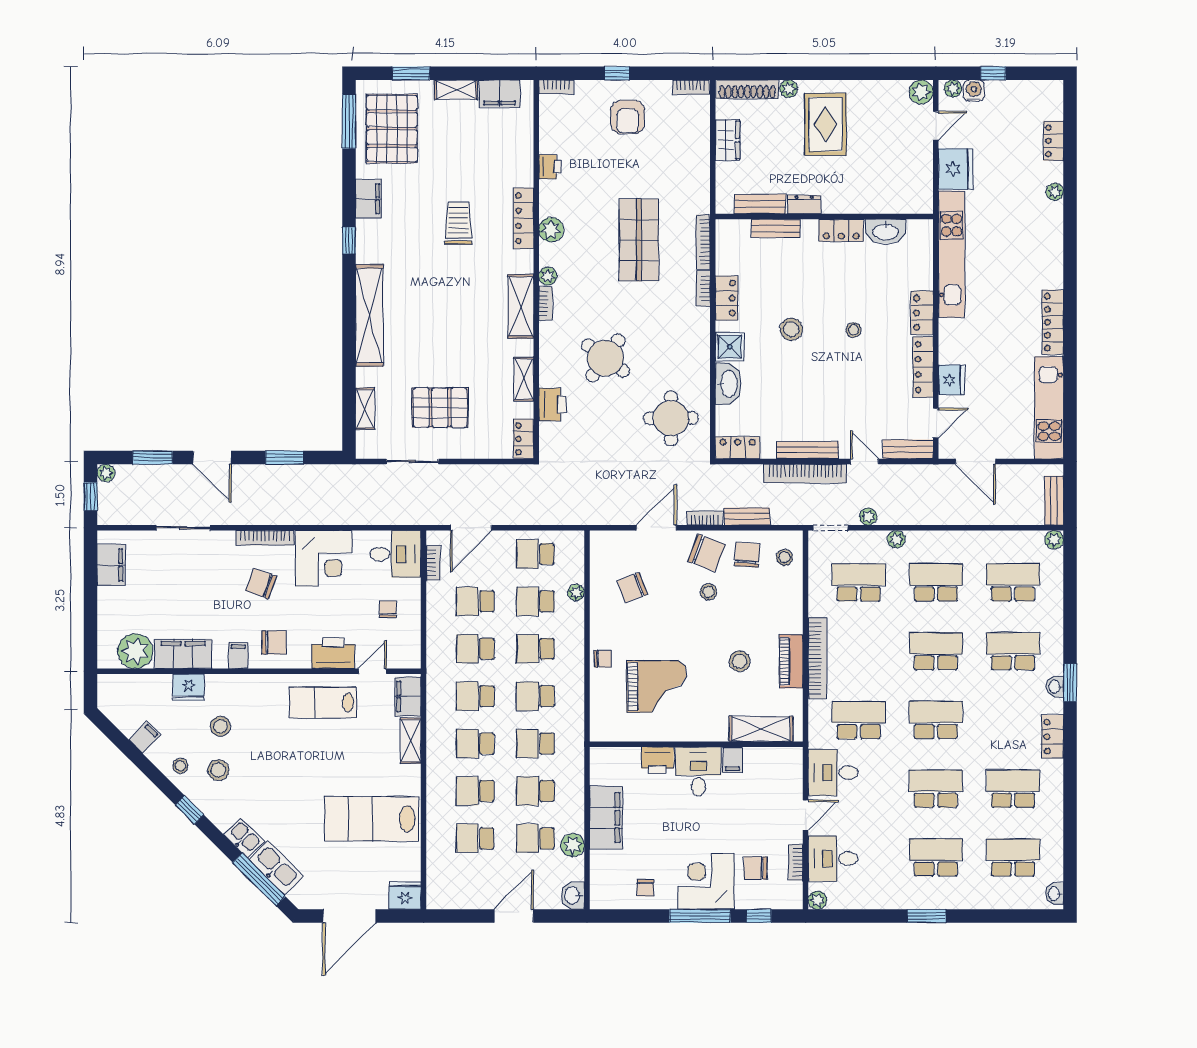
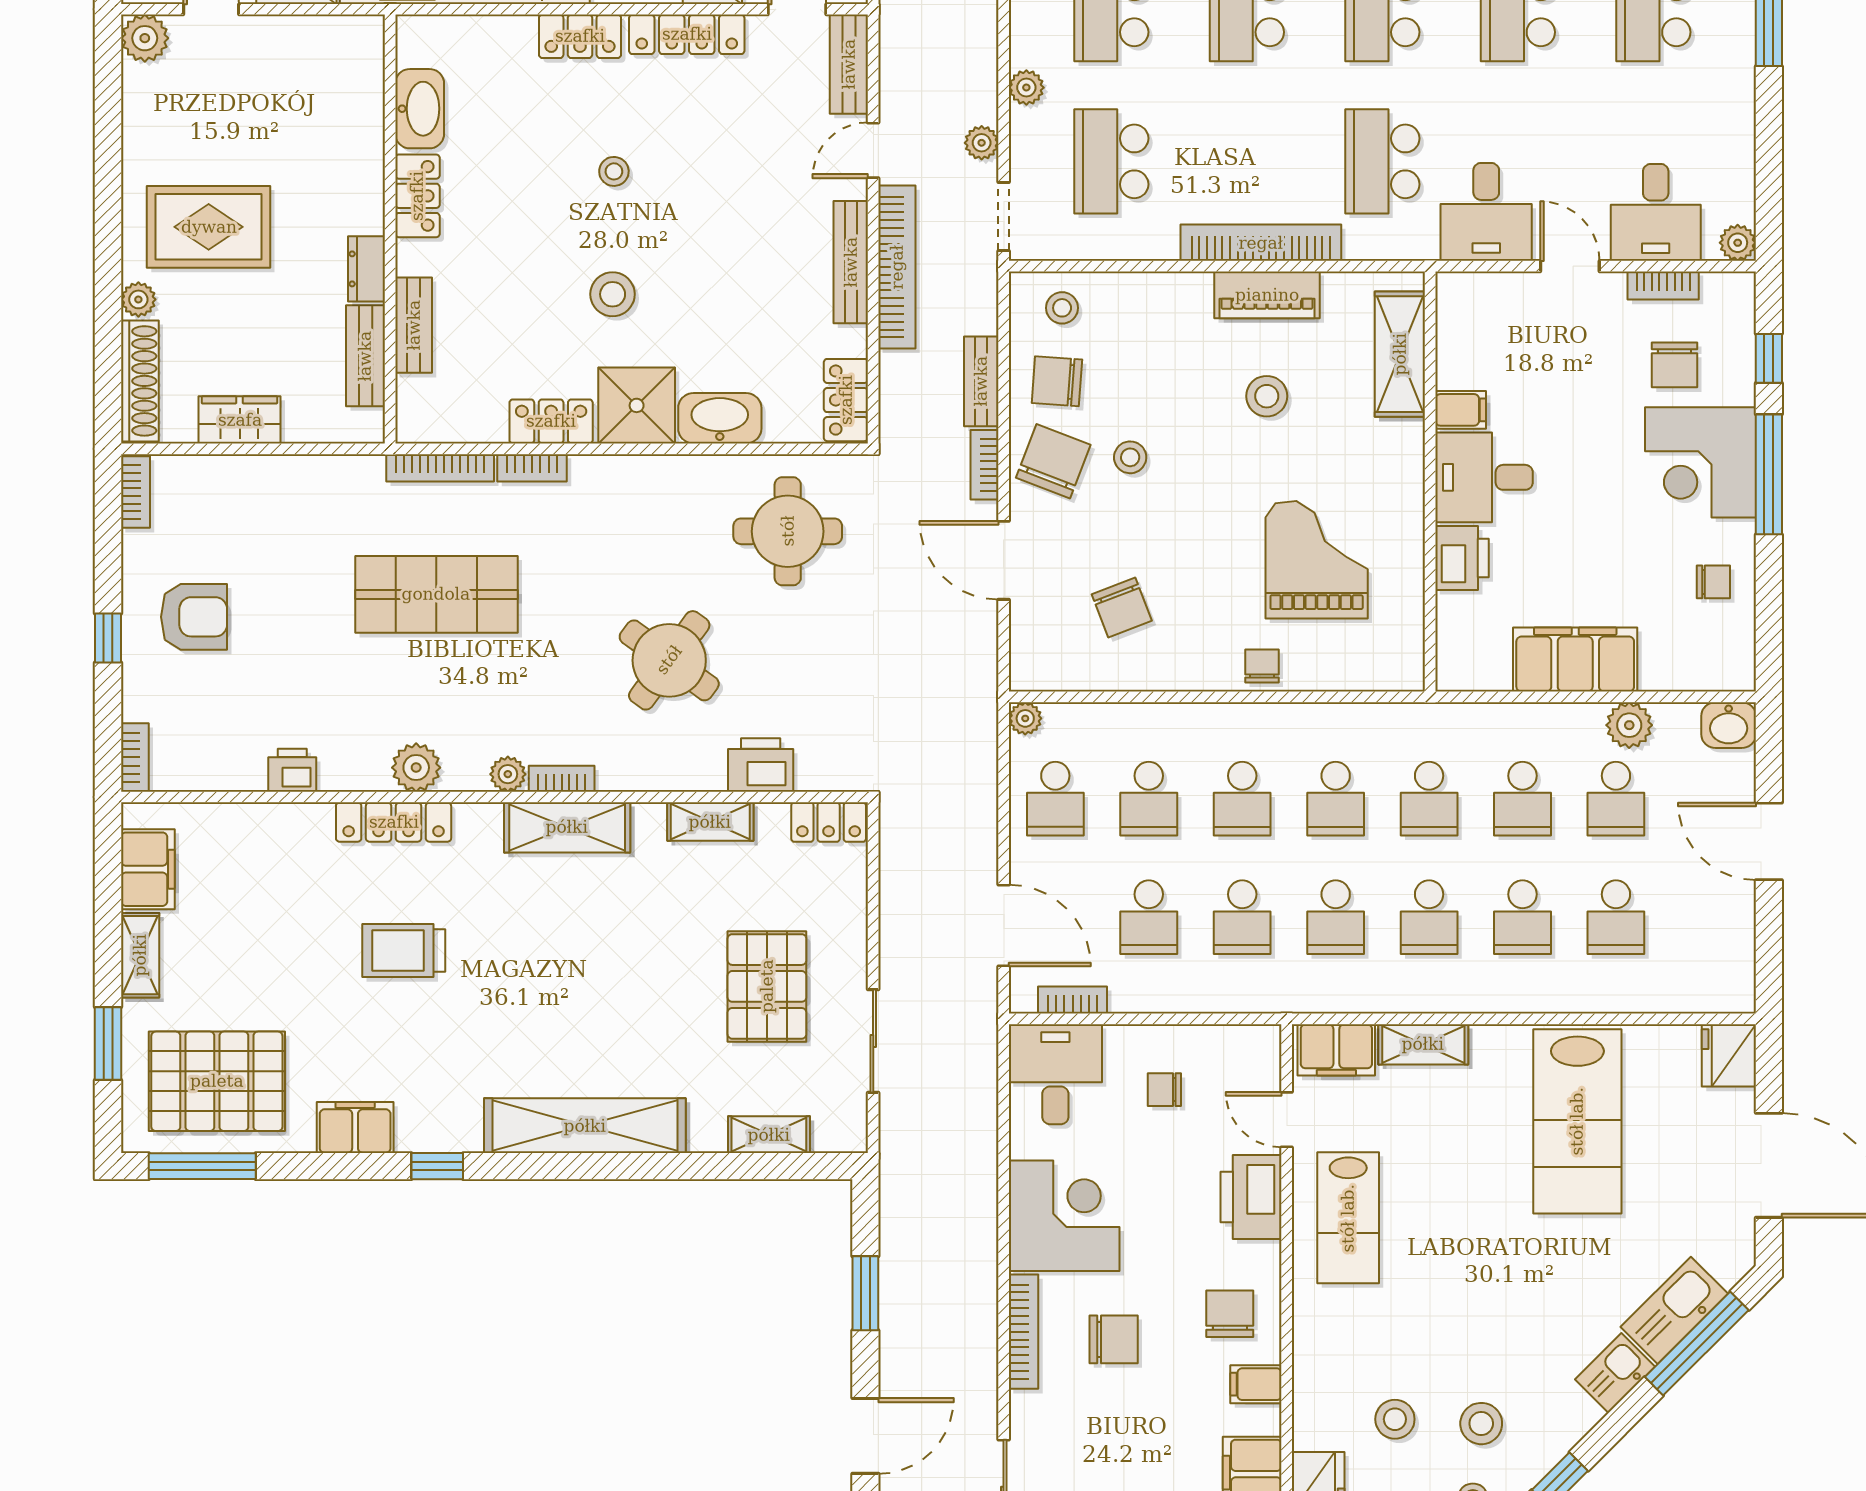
shower: (730, 347) -> (637, 405), width x1.36, depth x1.36
chair: (261, 584) -> (1114, 1339), turned -110
plant: (576, 593) -> (1025, 718), moved

